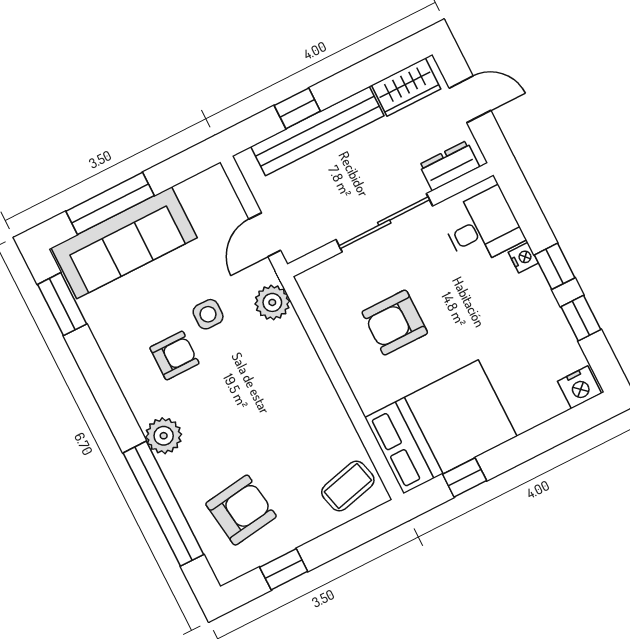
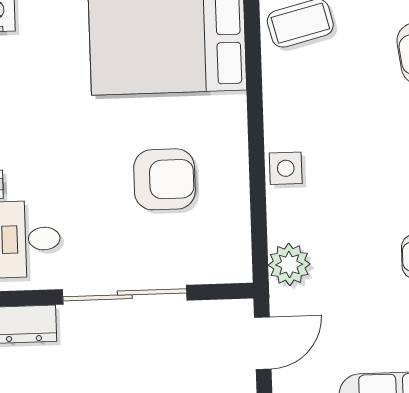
side table: (208, 314) -> (286, 168), moved

